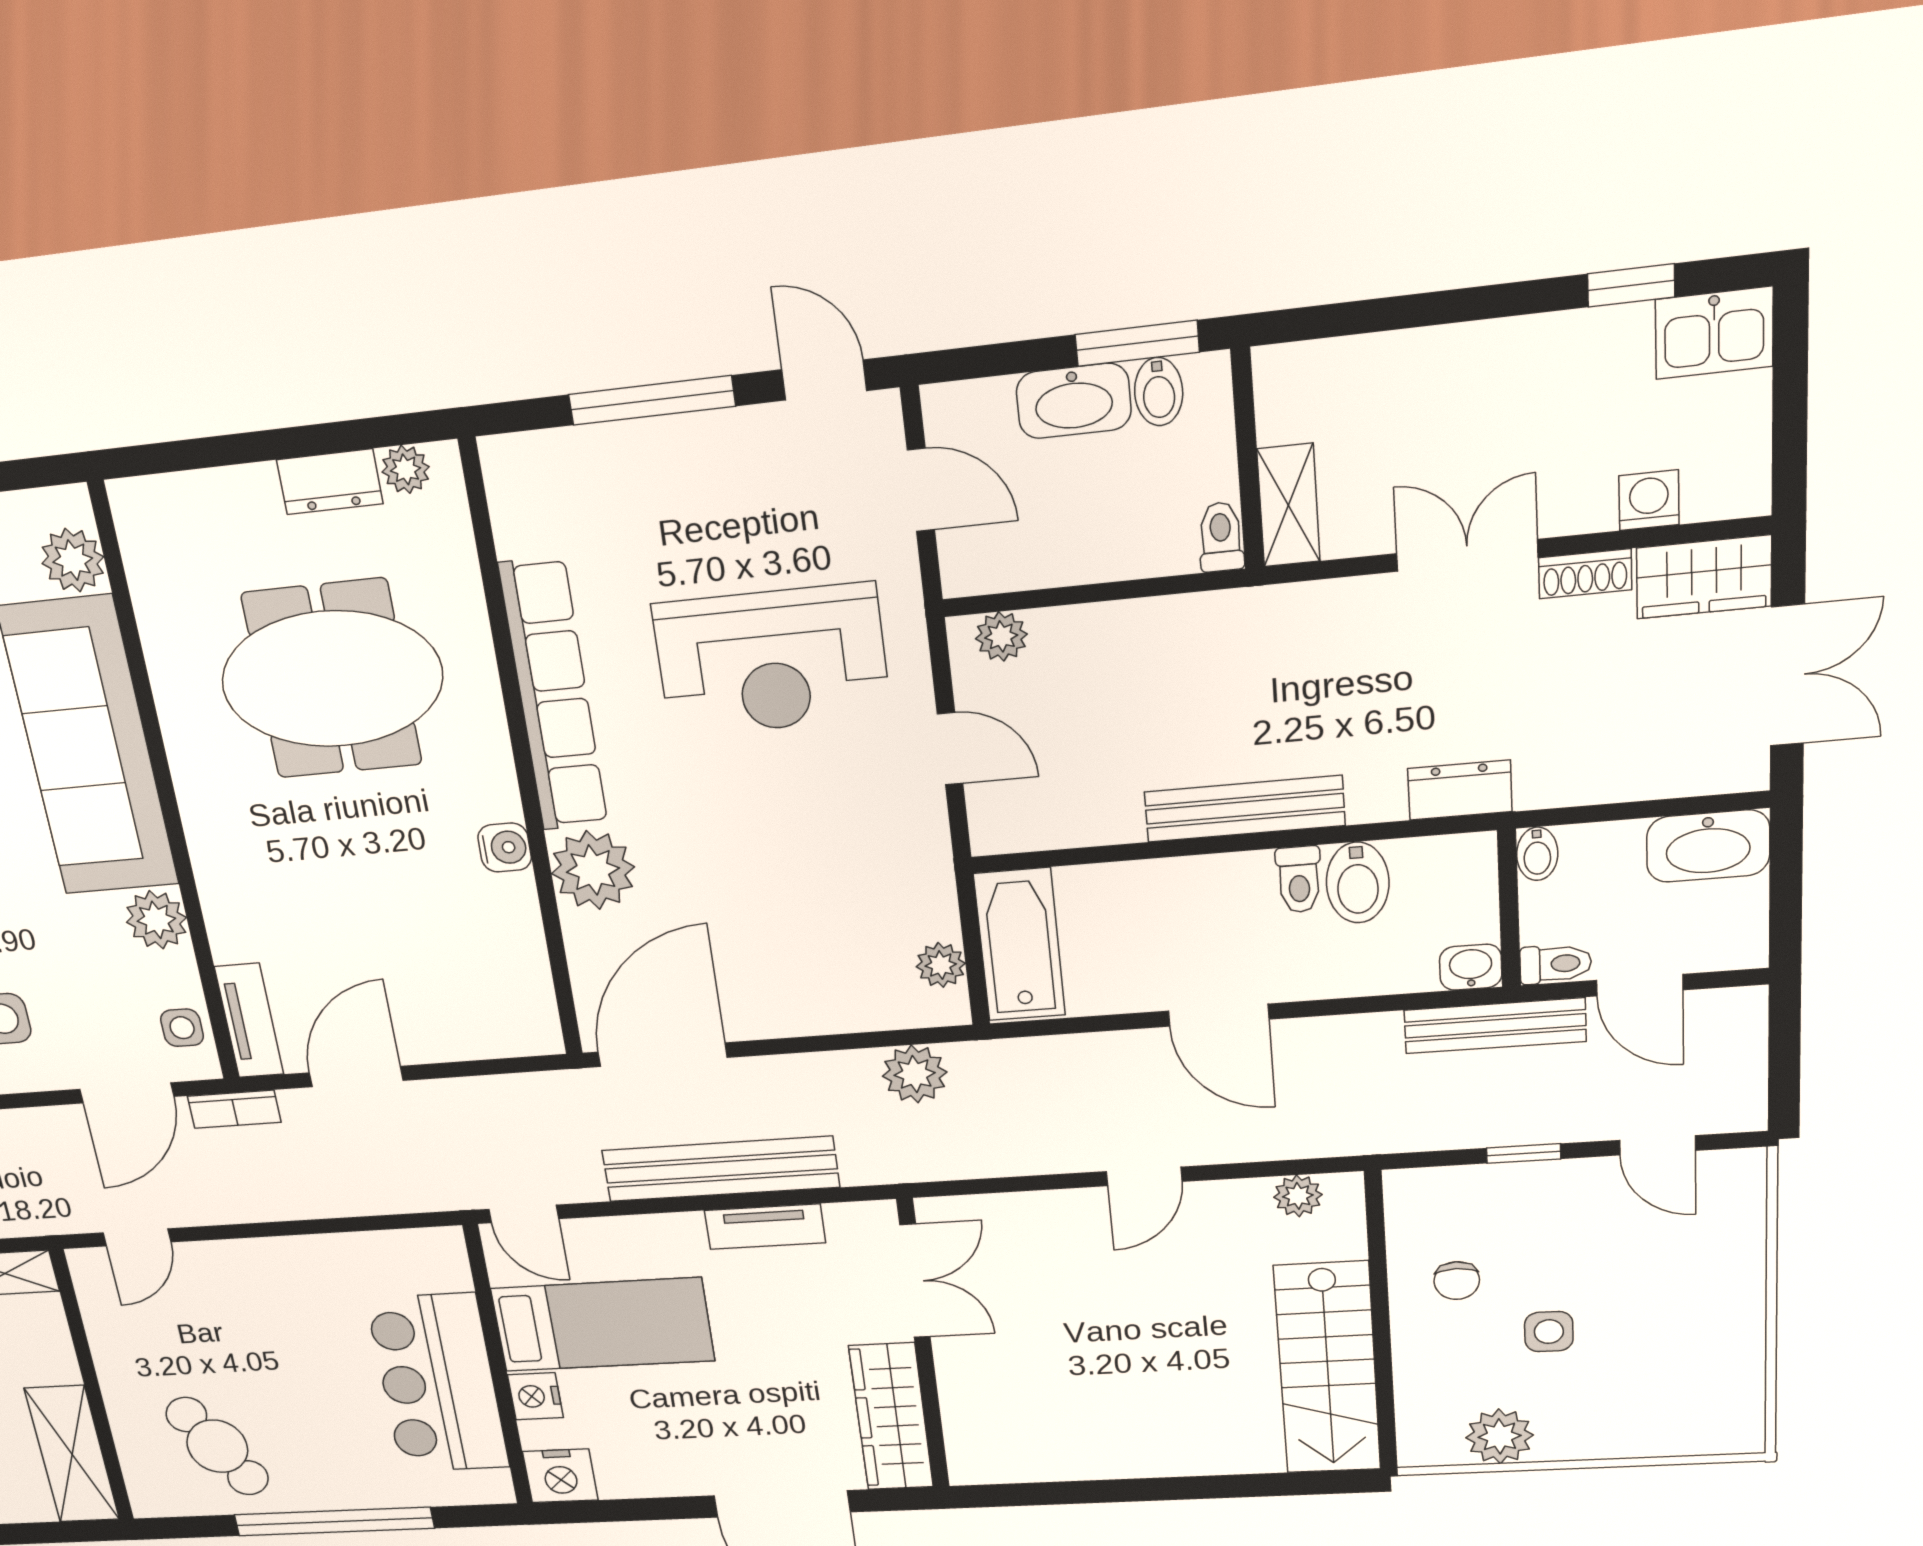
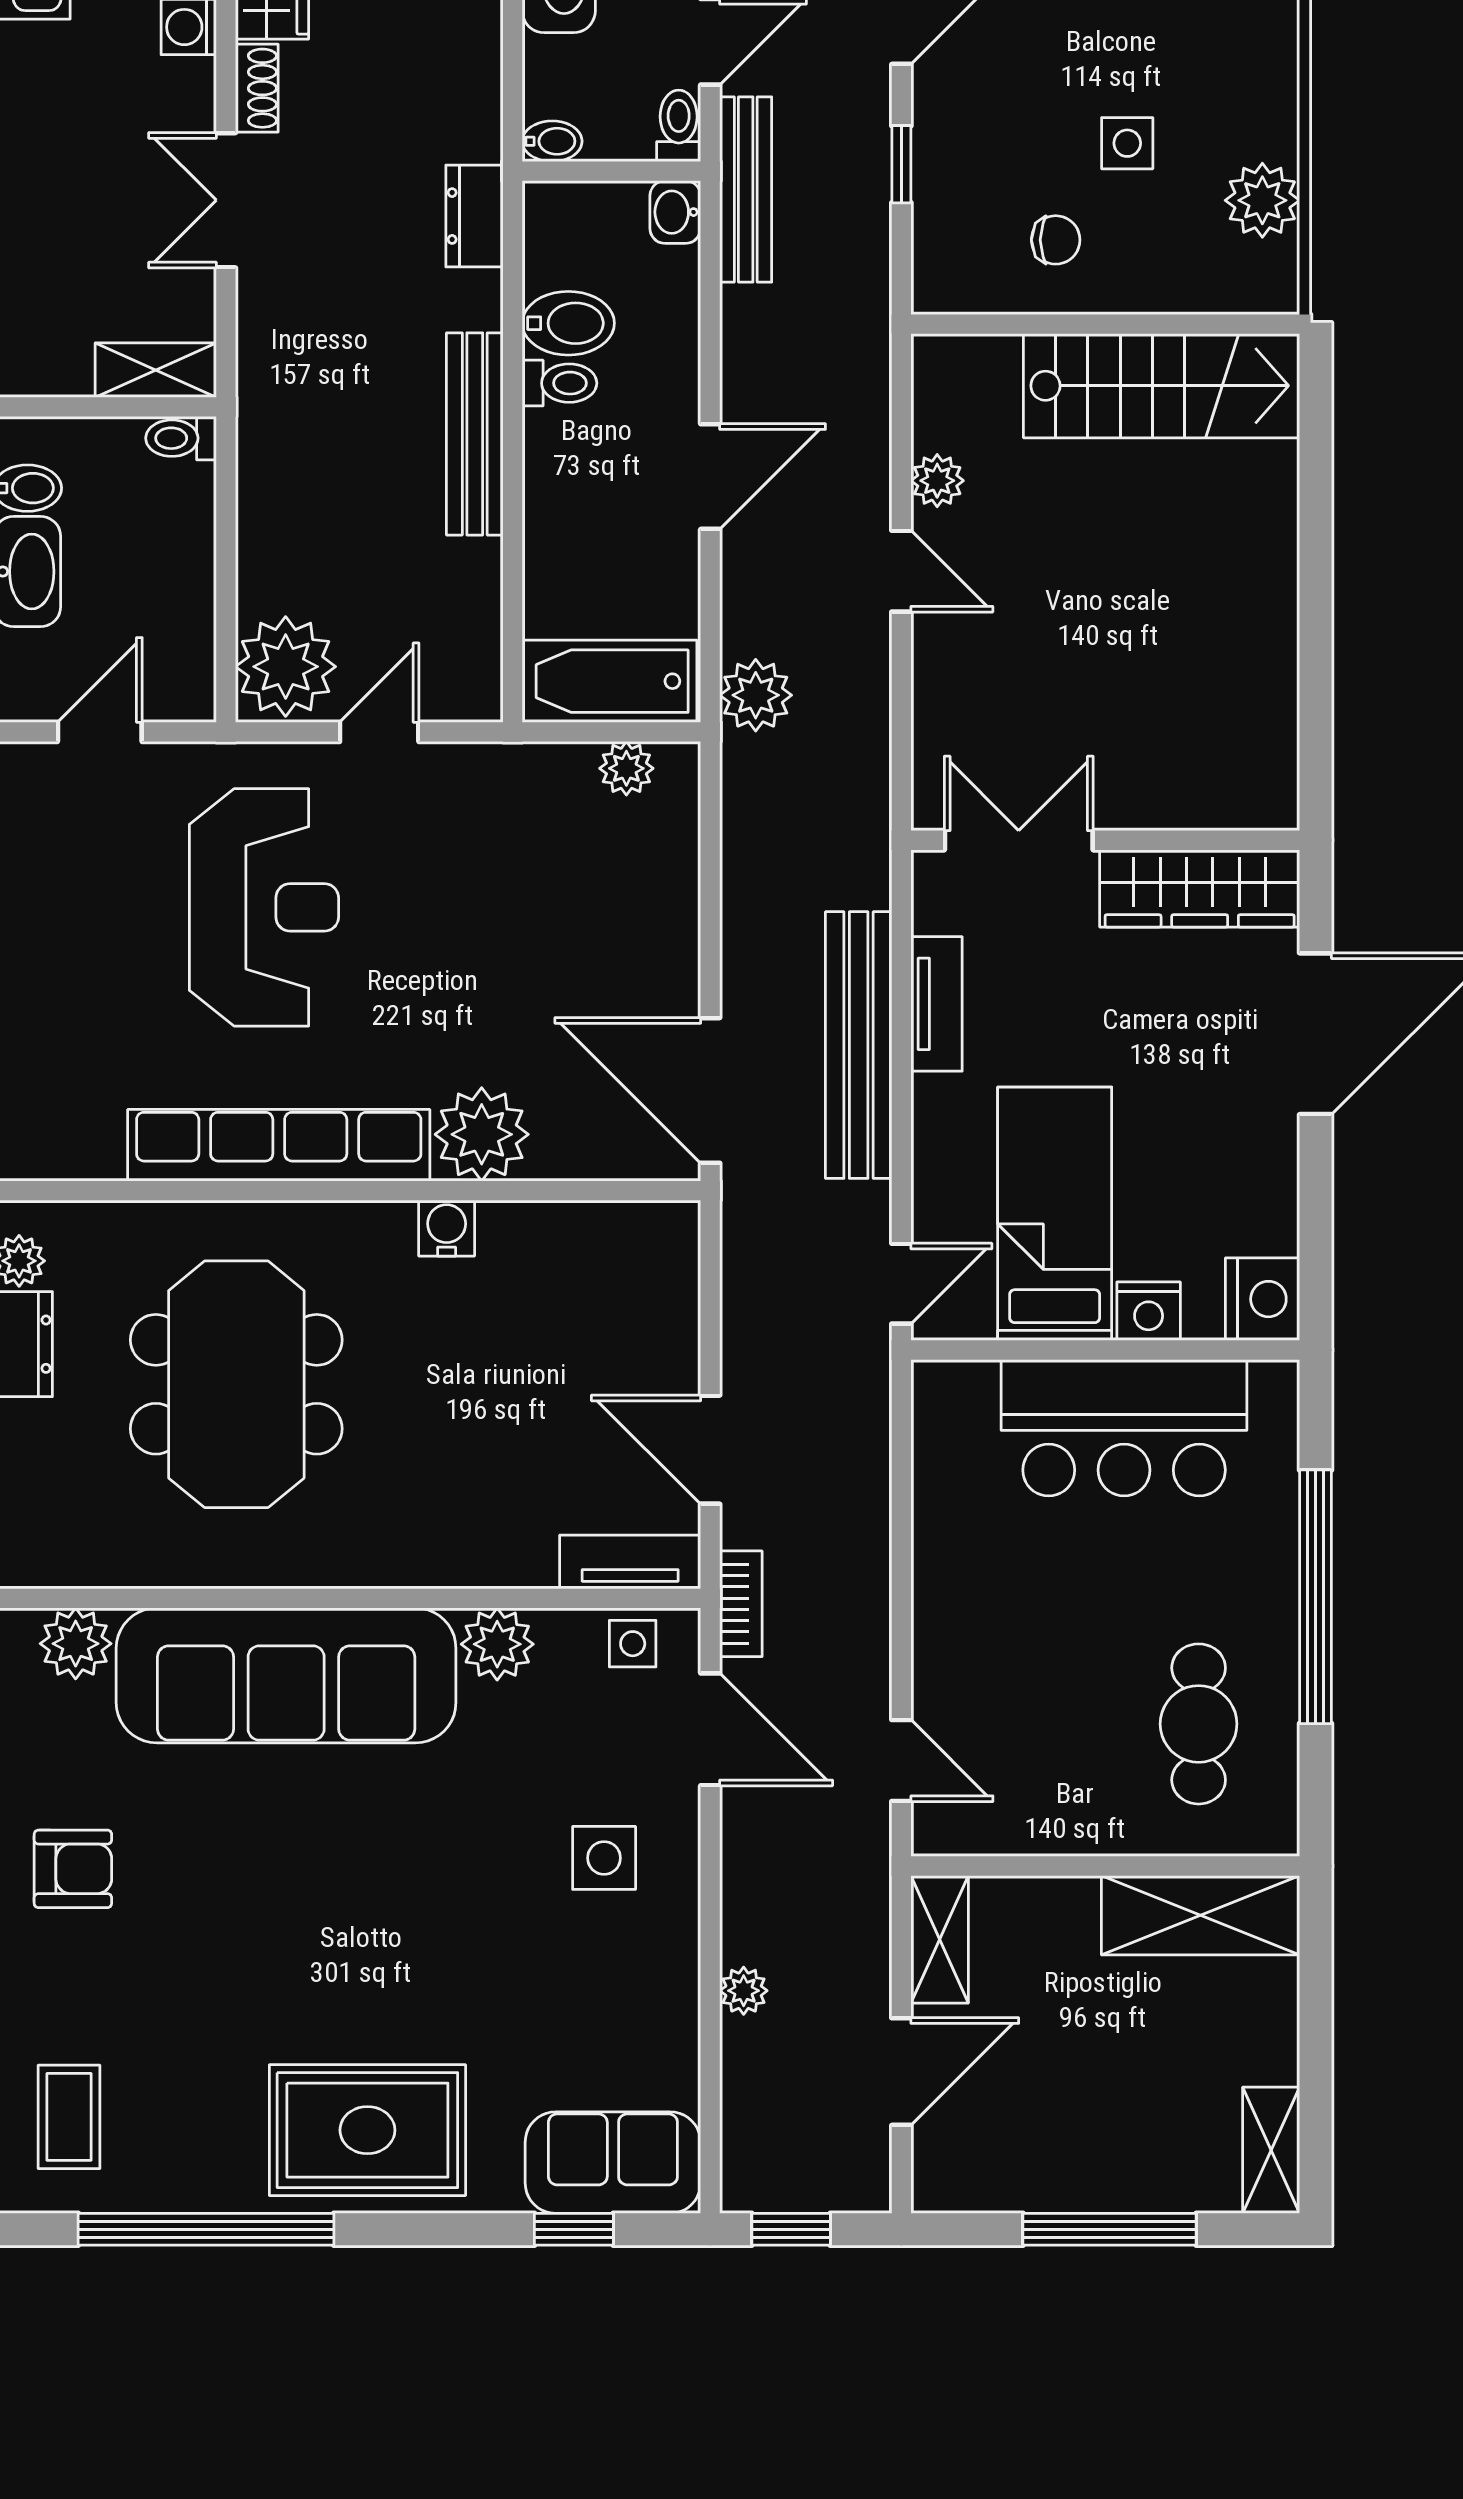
plant: (1001, 636) -> (286, 667), width x1.88, depth x1.88
plant: (915, 1074) -> (756, 695), moved
plant: (1298, 1196) -> (937, 481), moved
cafe table: (217, 1446) -> (1199, 1724), turned -58

